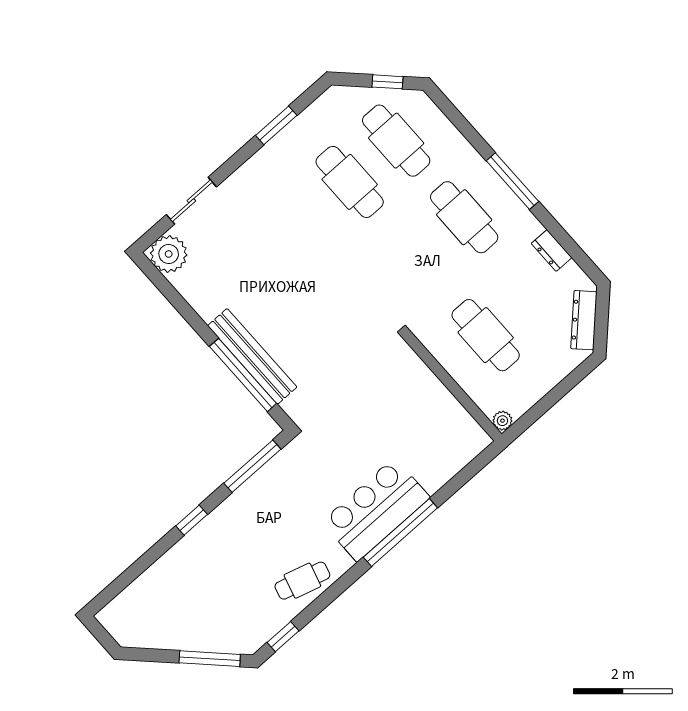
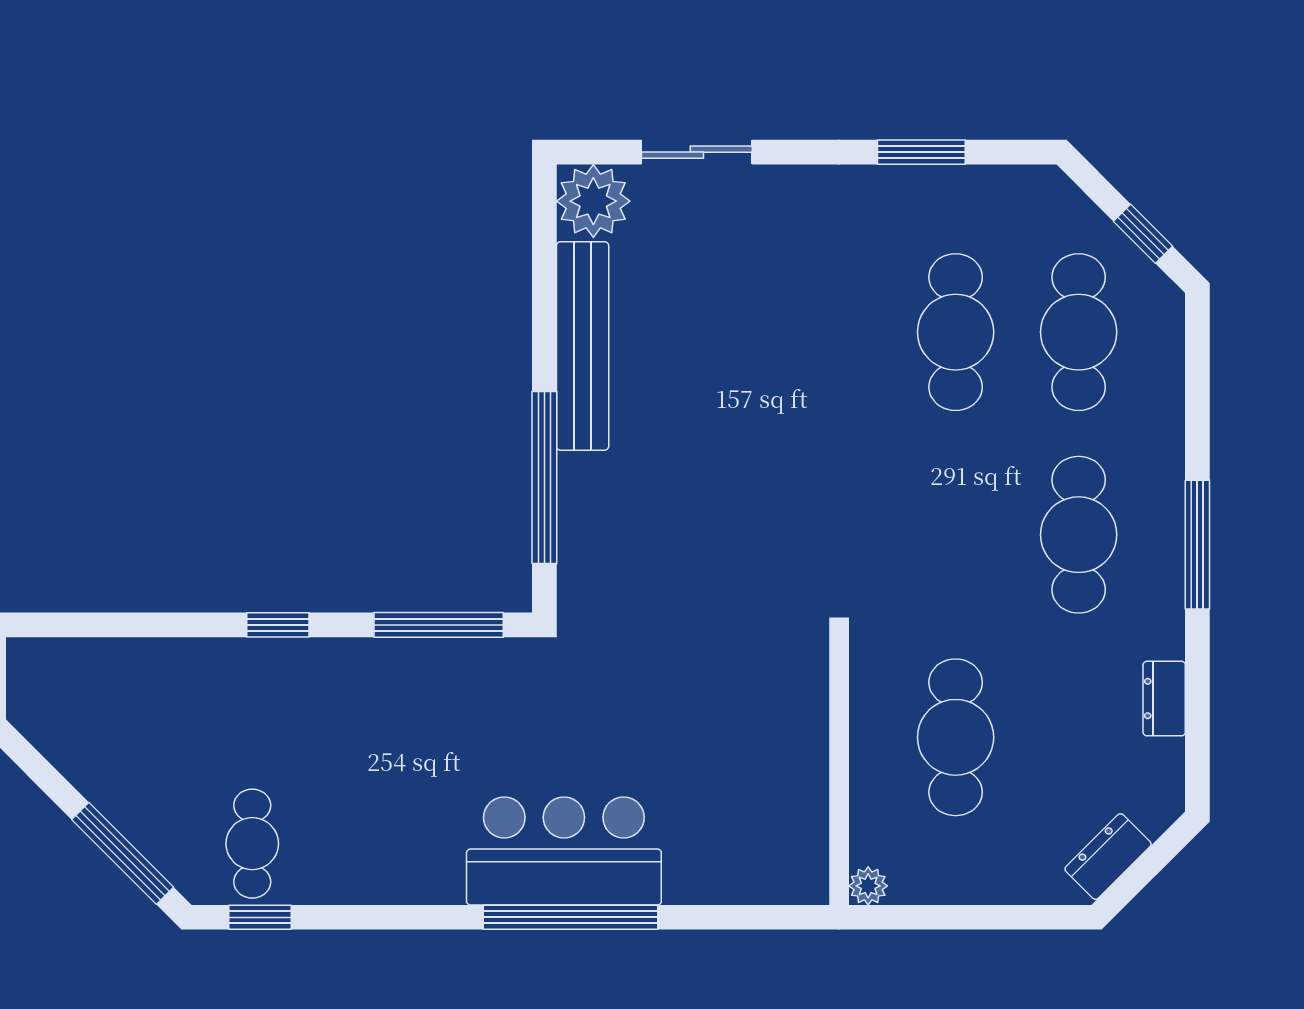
dresser: (584, 320) -> (1108, 857), width x0.70
bench: (252, 356) -> (583, 346), moved
cafe table: (302, 581) -> (252, 844), moved, turned 74

